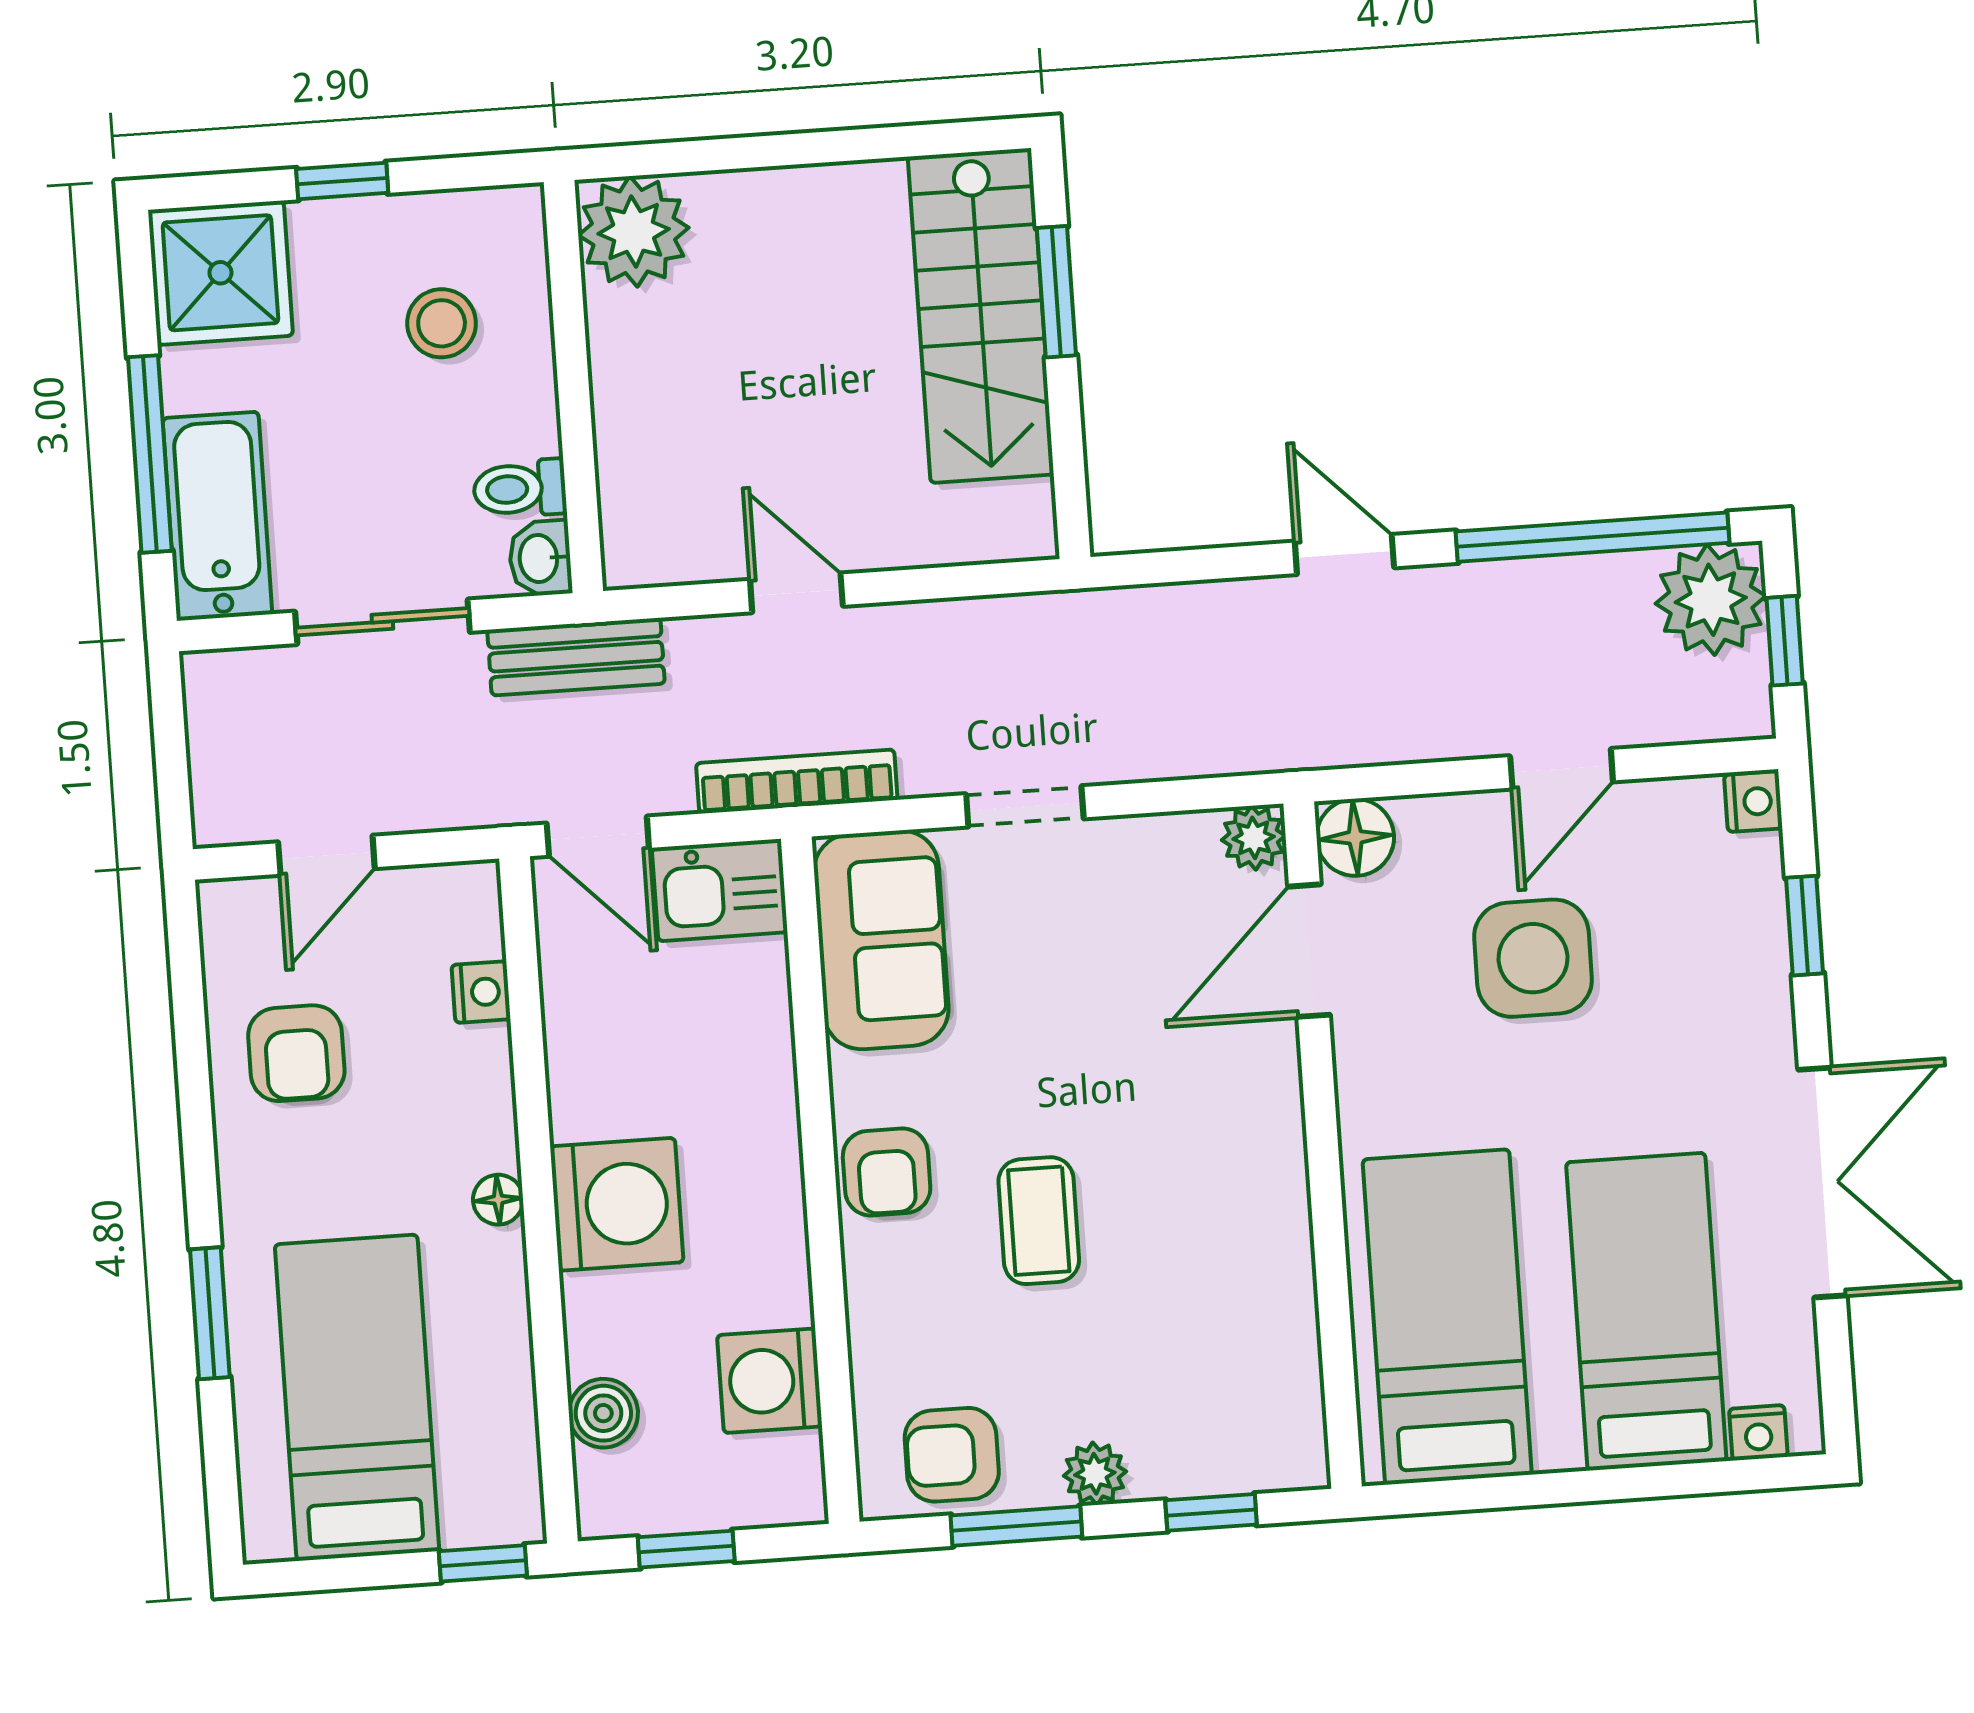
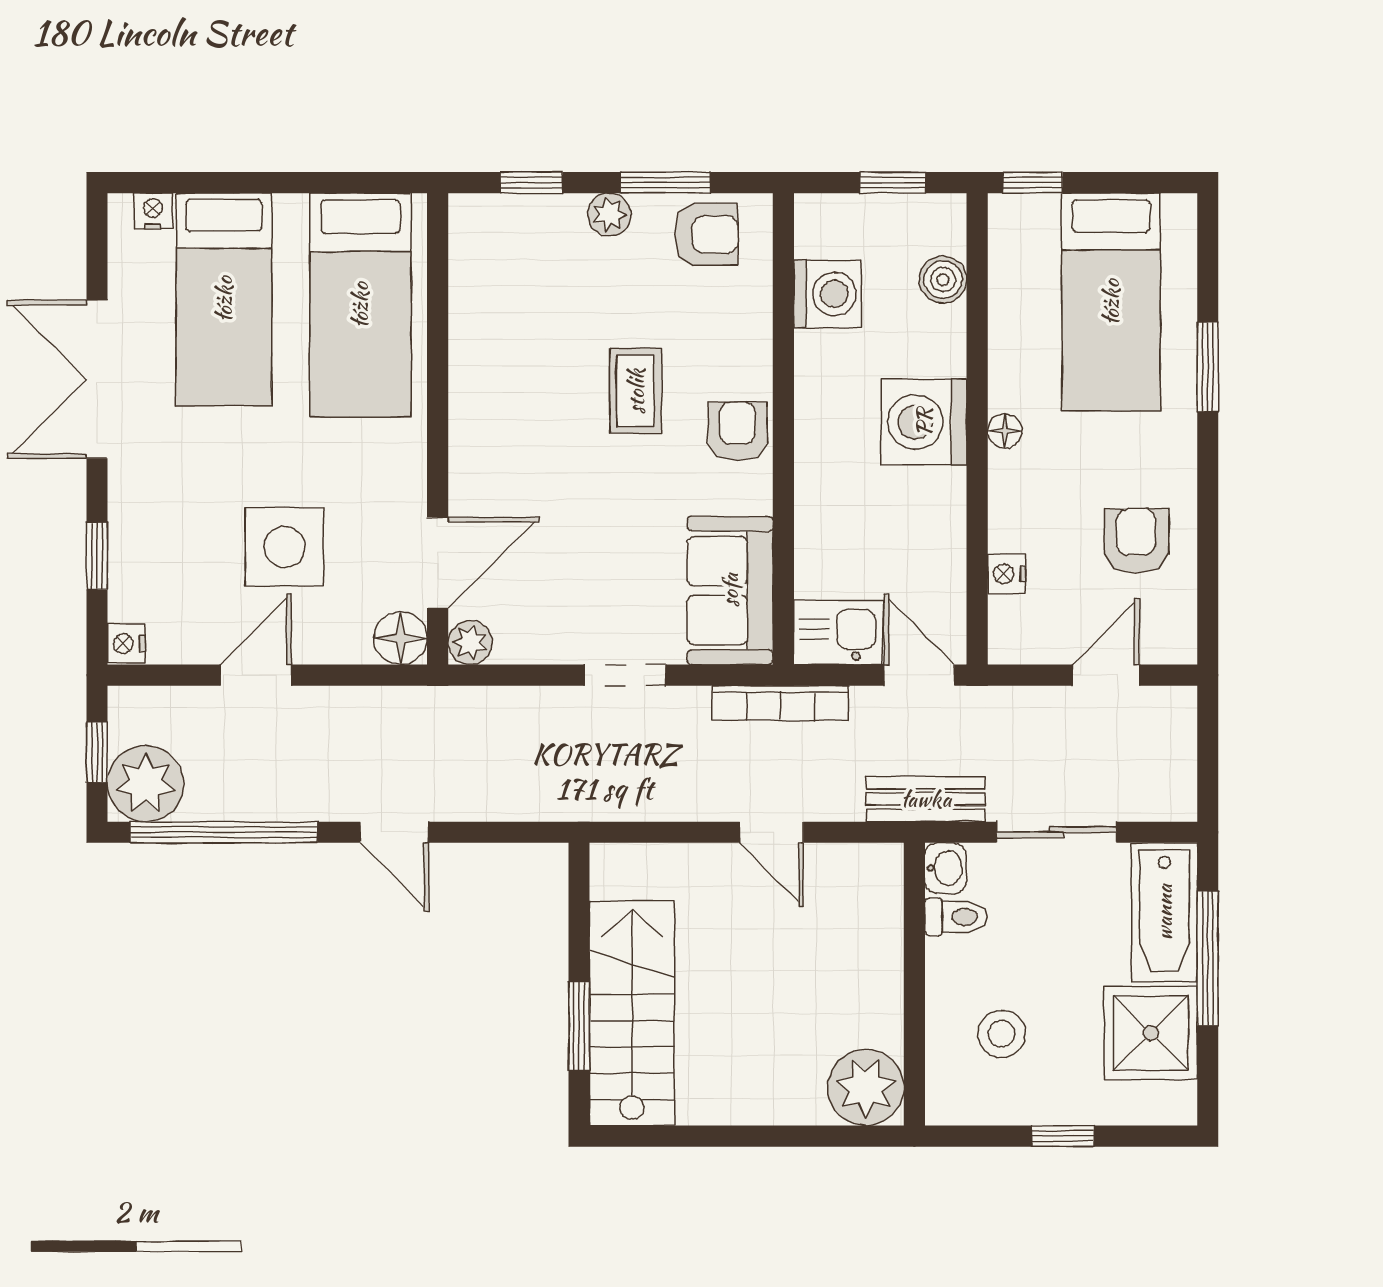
shower: (220, 273) -> (1151, 1033), moved

